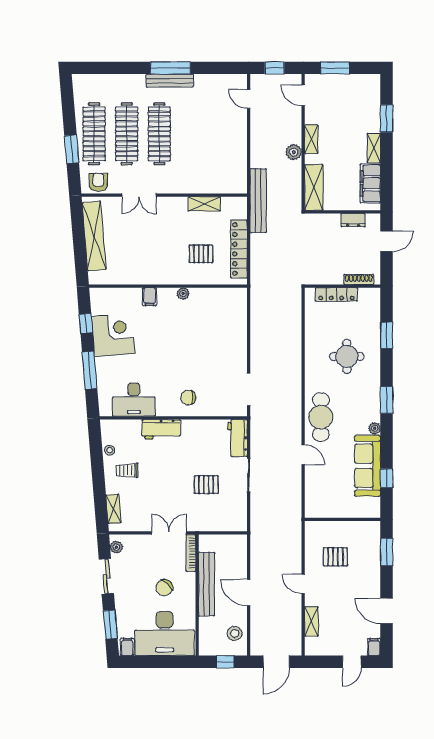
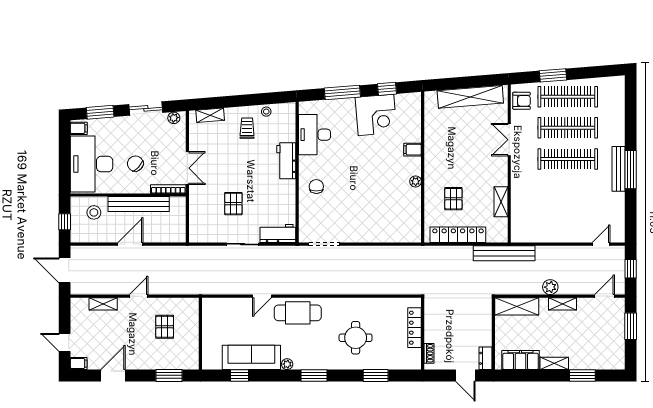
dresser: (353, 220) -> (486, 358), moved
shoe rack: (359, 279) -> (429, 353), width x0.70
stool: (235, 633) -> (94, 212), moved

